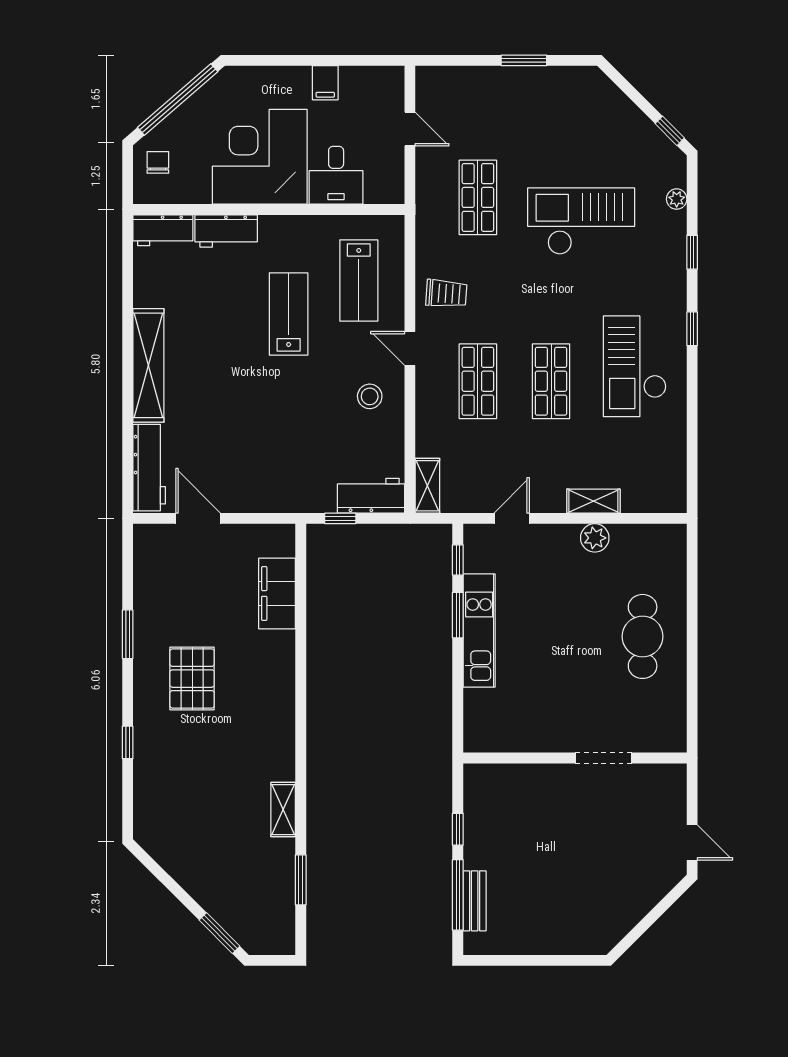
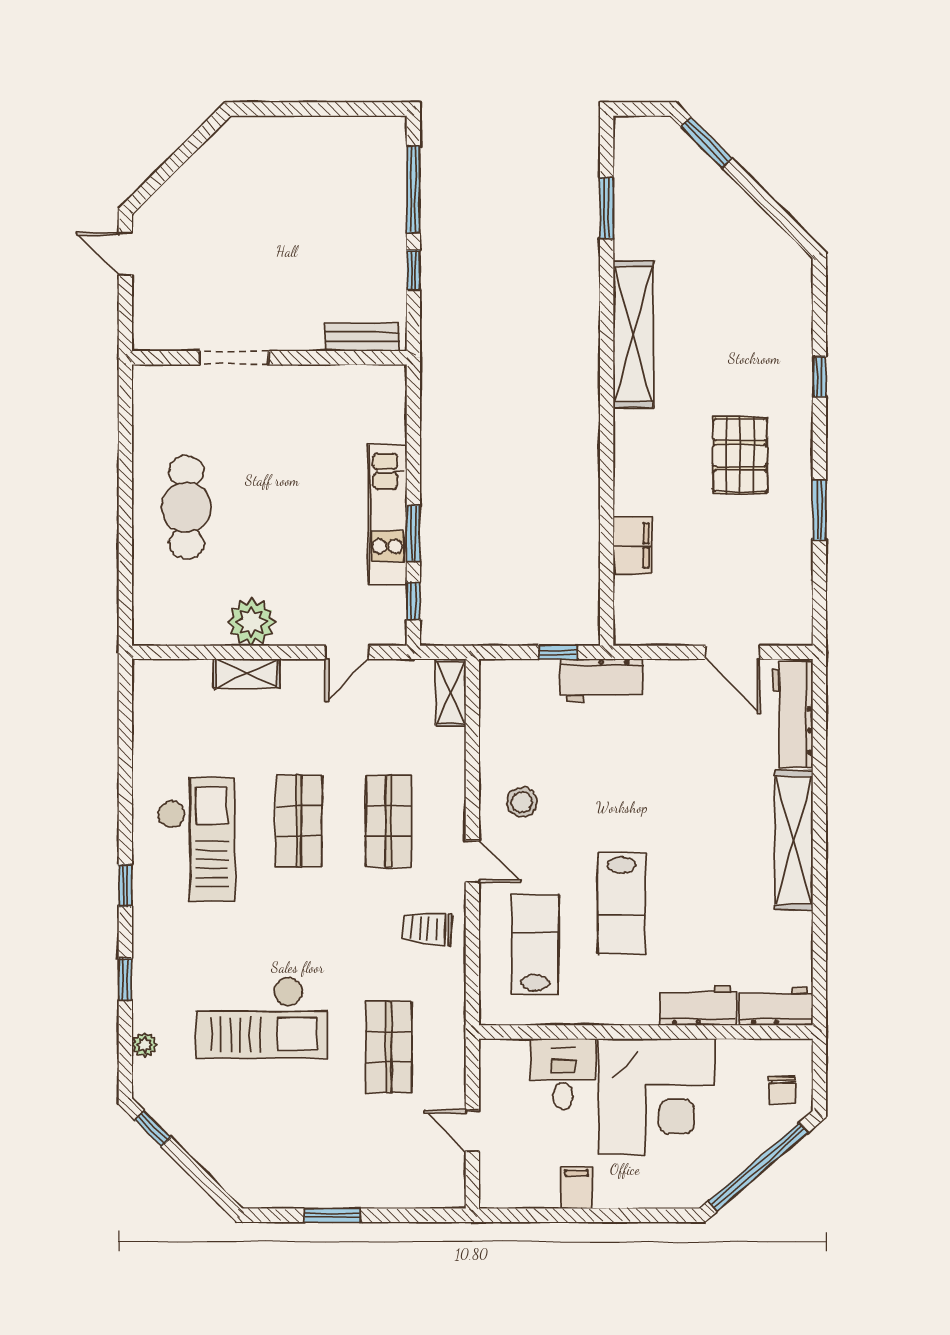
workbench: (371, 496) -> (602, 680), moved
plant: (595, 538) -> (251, 622), width x1.36, depth x1.36
filing cabinet: (277, 593) -> (632, 546), width x0.67, depth x0.86
shelving: (283, 810) -> (633, 334), width x2.20, depth x1.33
bench: (475, 901) -> (362, 337), moved, turned 90

